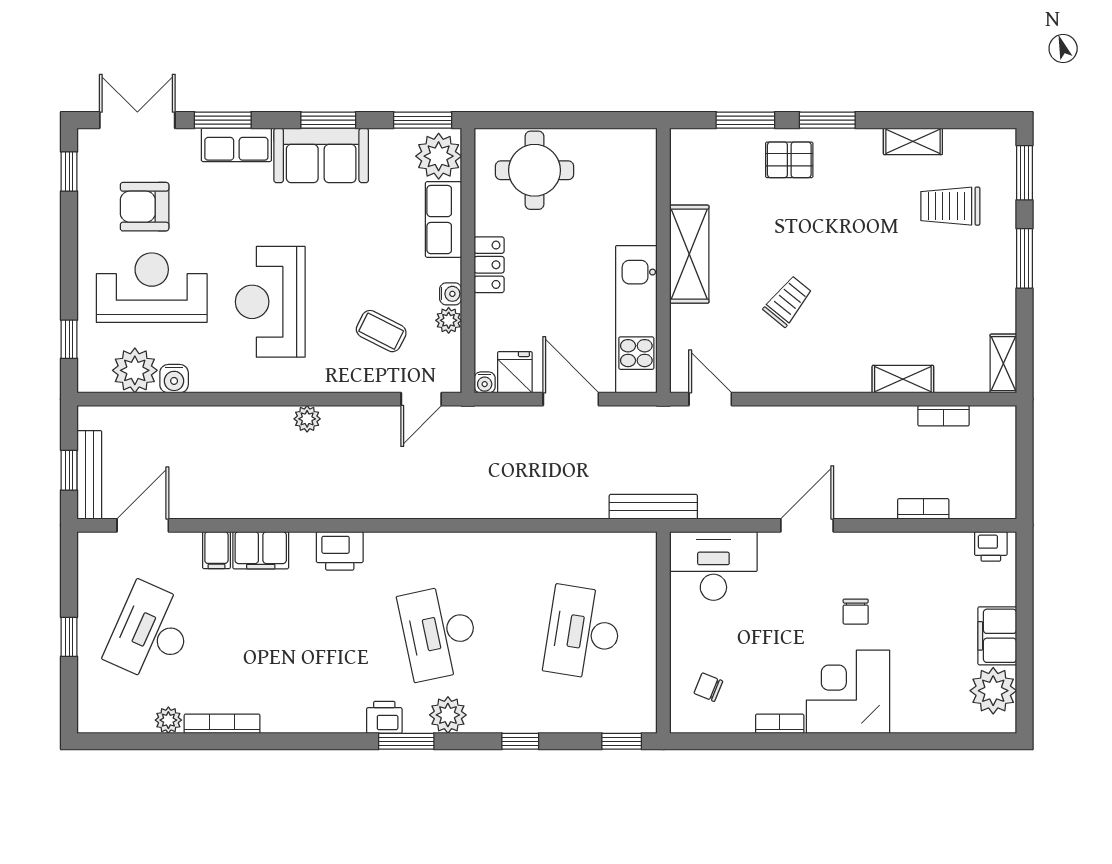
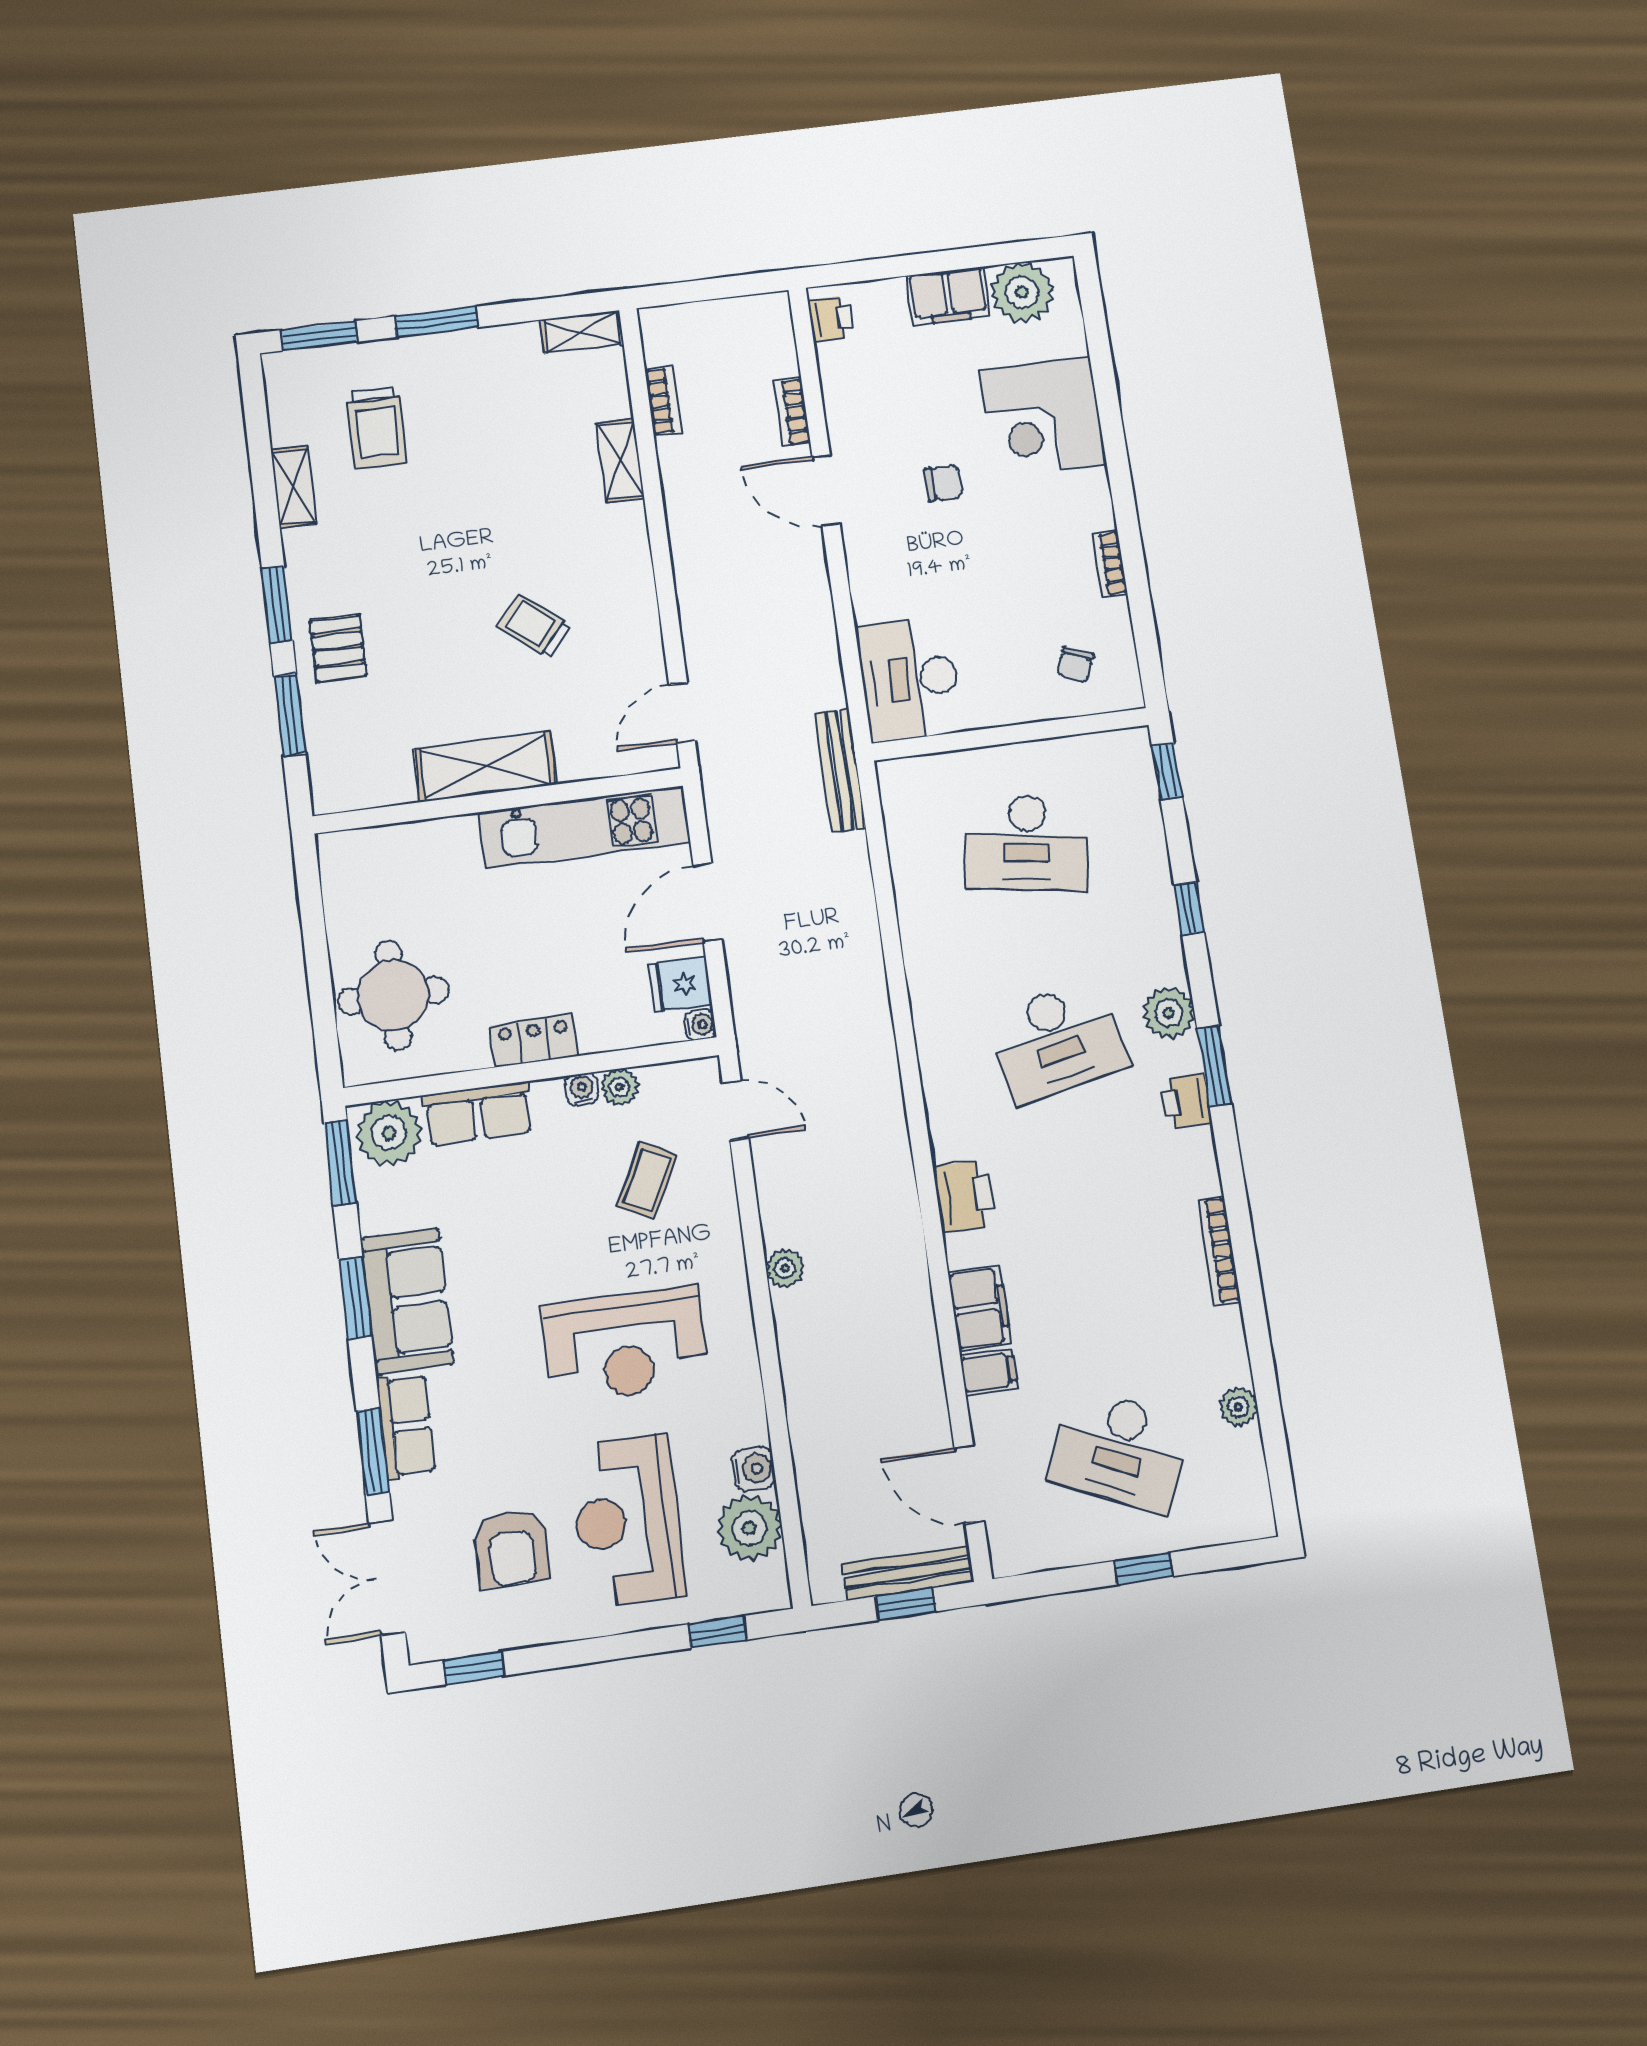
door: (807, 525) -> (826, 490), moved
corner desk: (848, 692) -> (1043, 417), moved
bookcase: (222, 724) -> (1219, 1251), moved

